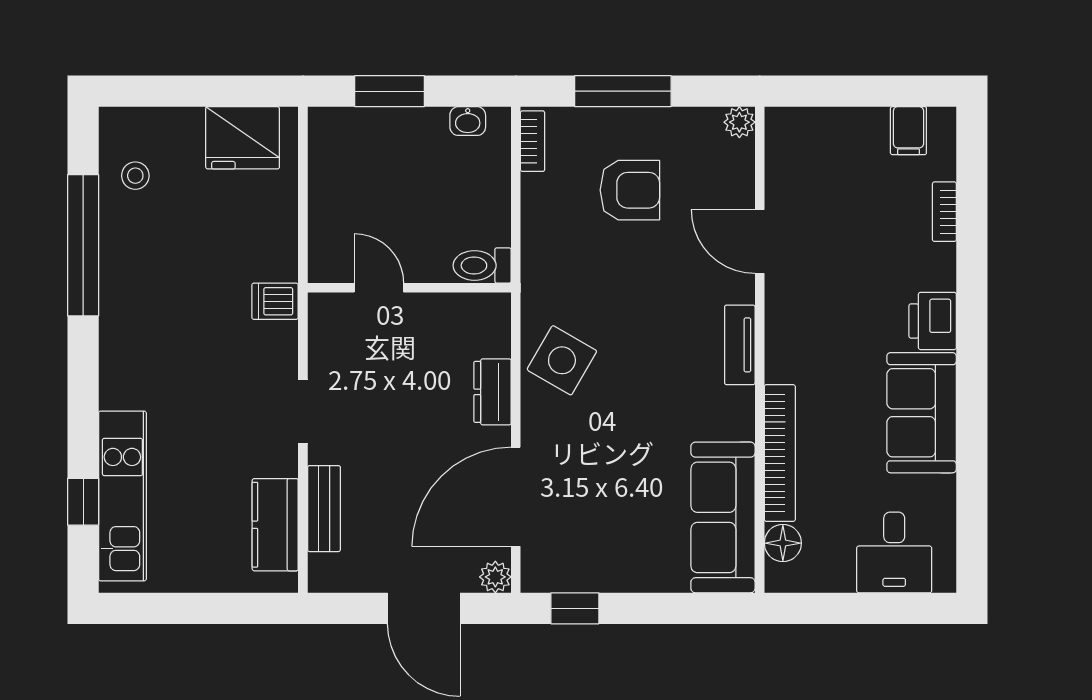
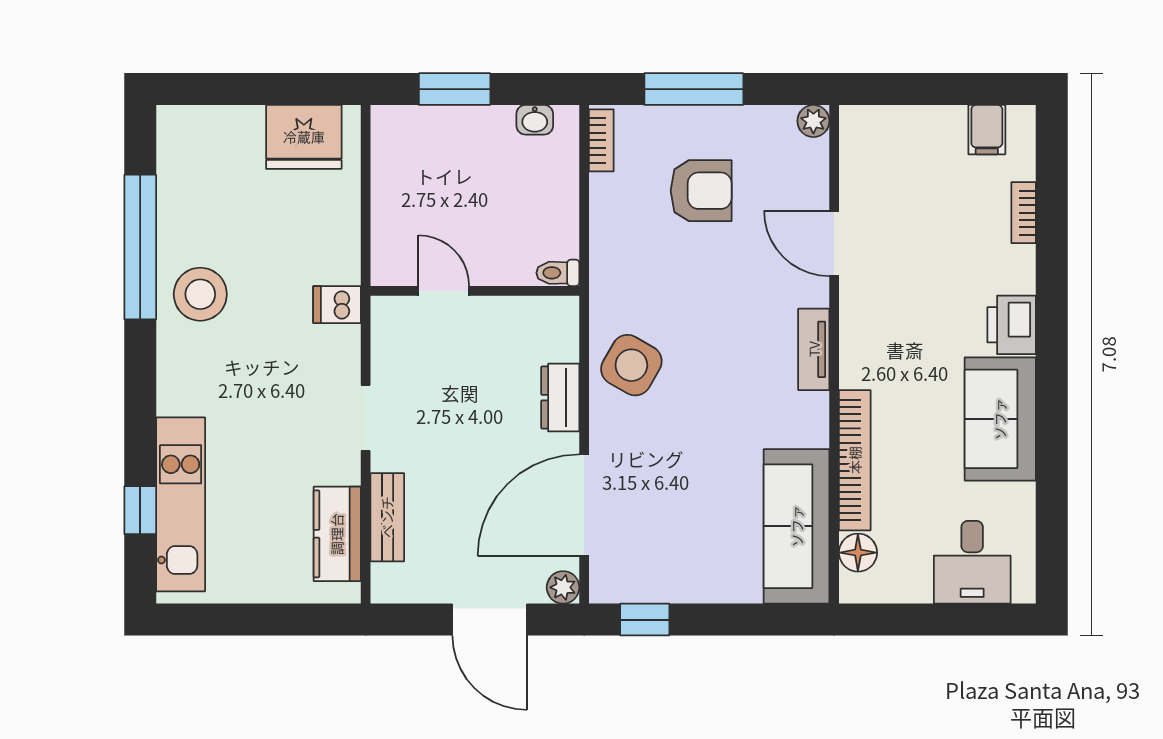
stool: (135, 176) -> (200, 294), moved, width x1.89, depth x1.89
toilet: (482, 265) -> (558, 273), width x0.73, depth x0.72

